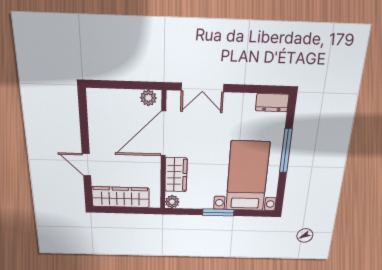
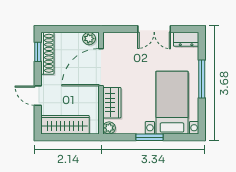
double door: (202, 87) -> (154, 29), moved
window: (83, 113) -> (38, 52), added
shoe rack: (96, 115) -> (47, 53), added

